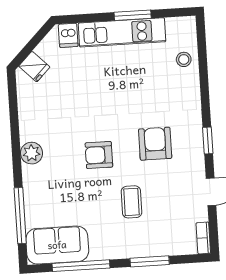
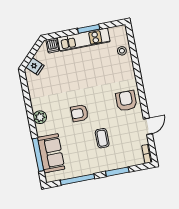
window: (208, 140) -> (142, 96), removed
armchair: (155, 144) -> (126, 101), moved
sofa: (57, 245) -> (51, 153), moved, turned 90

